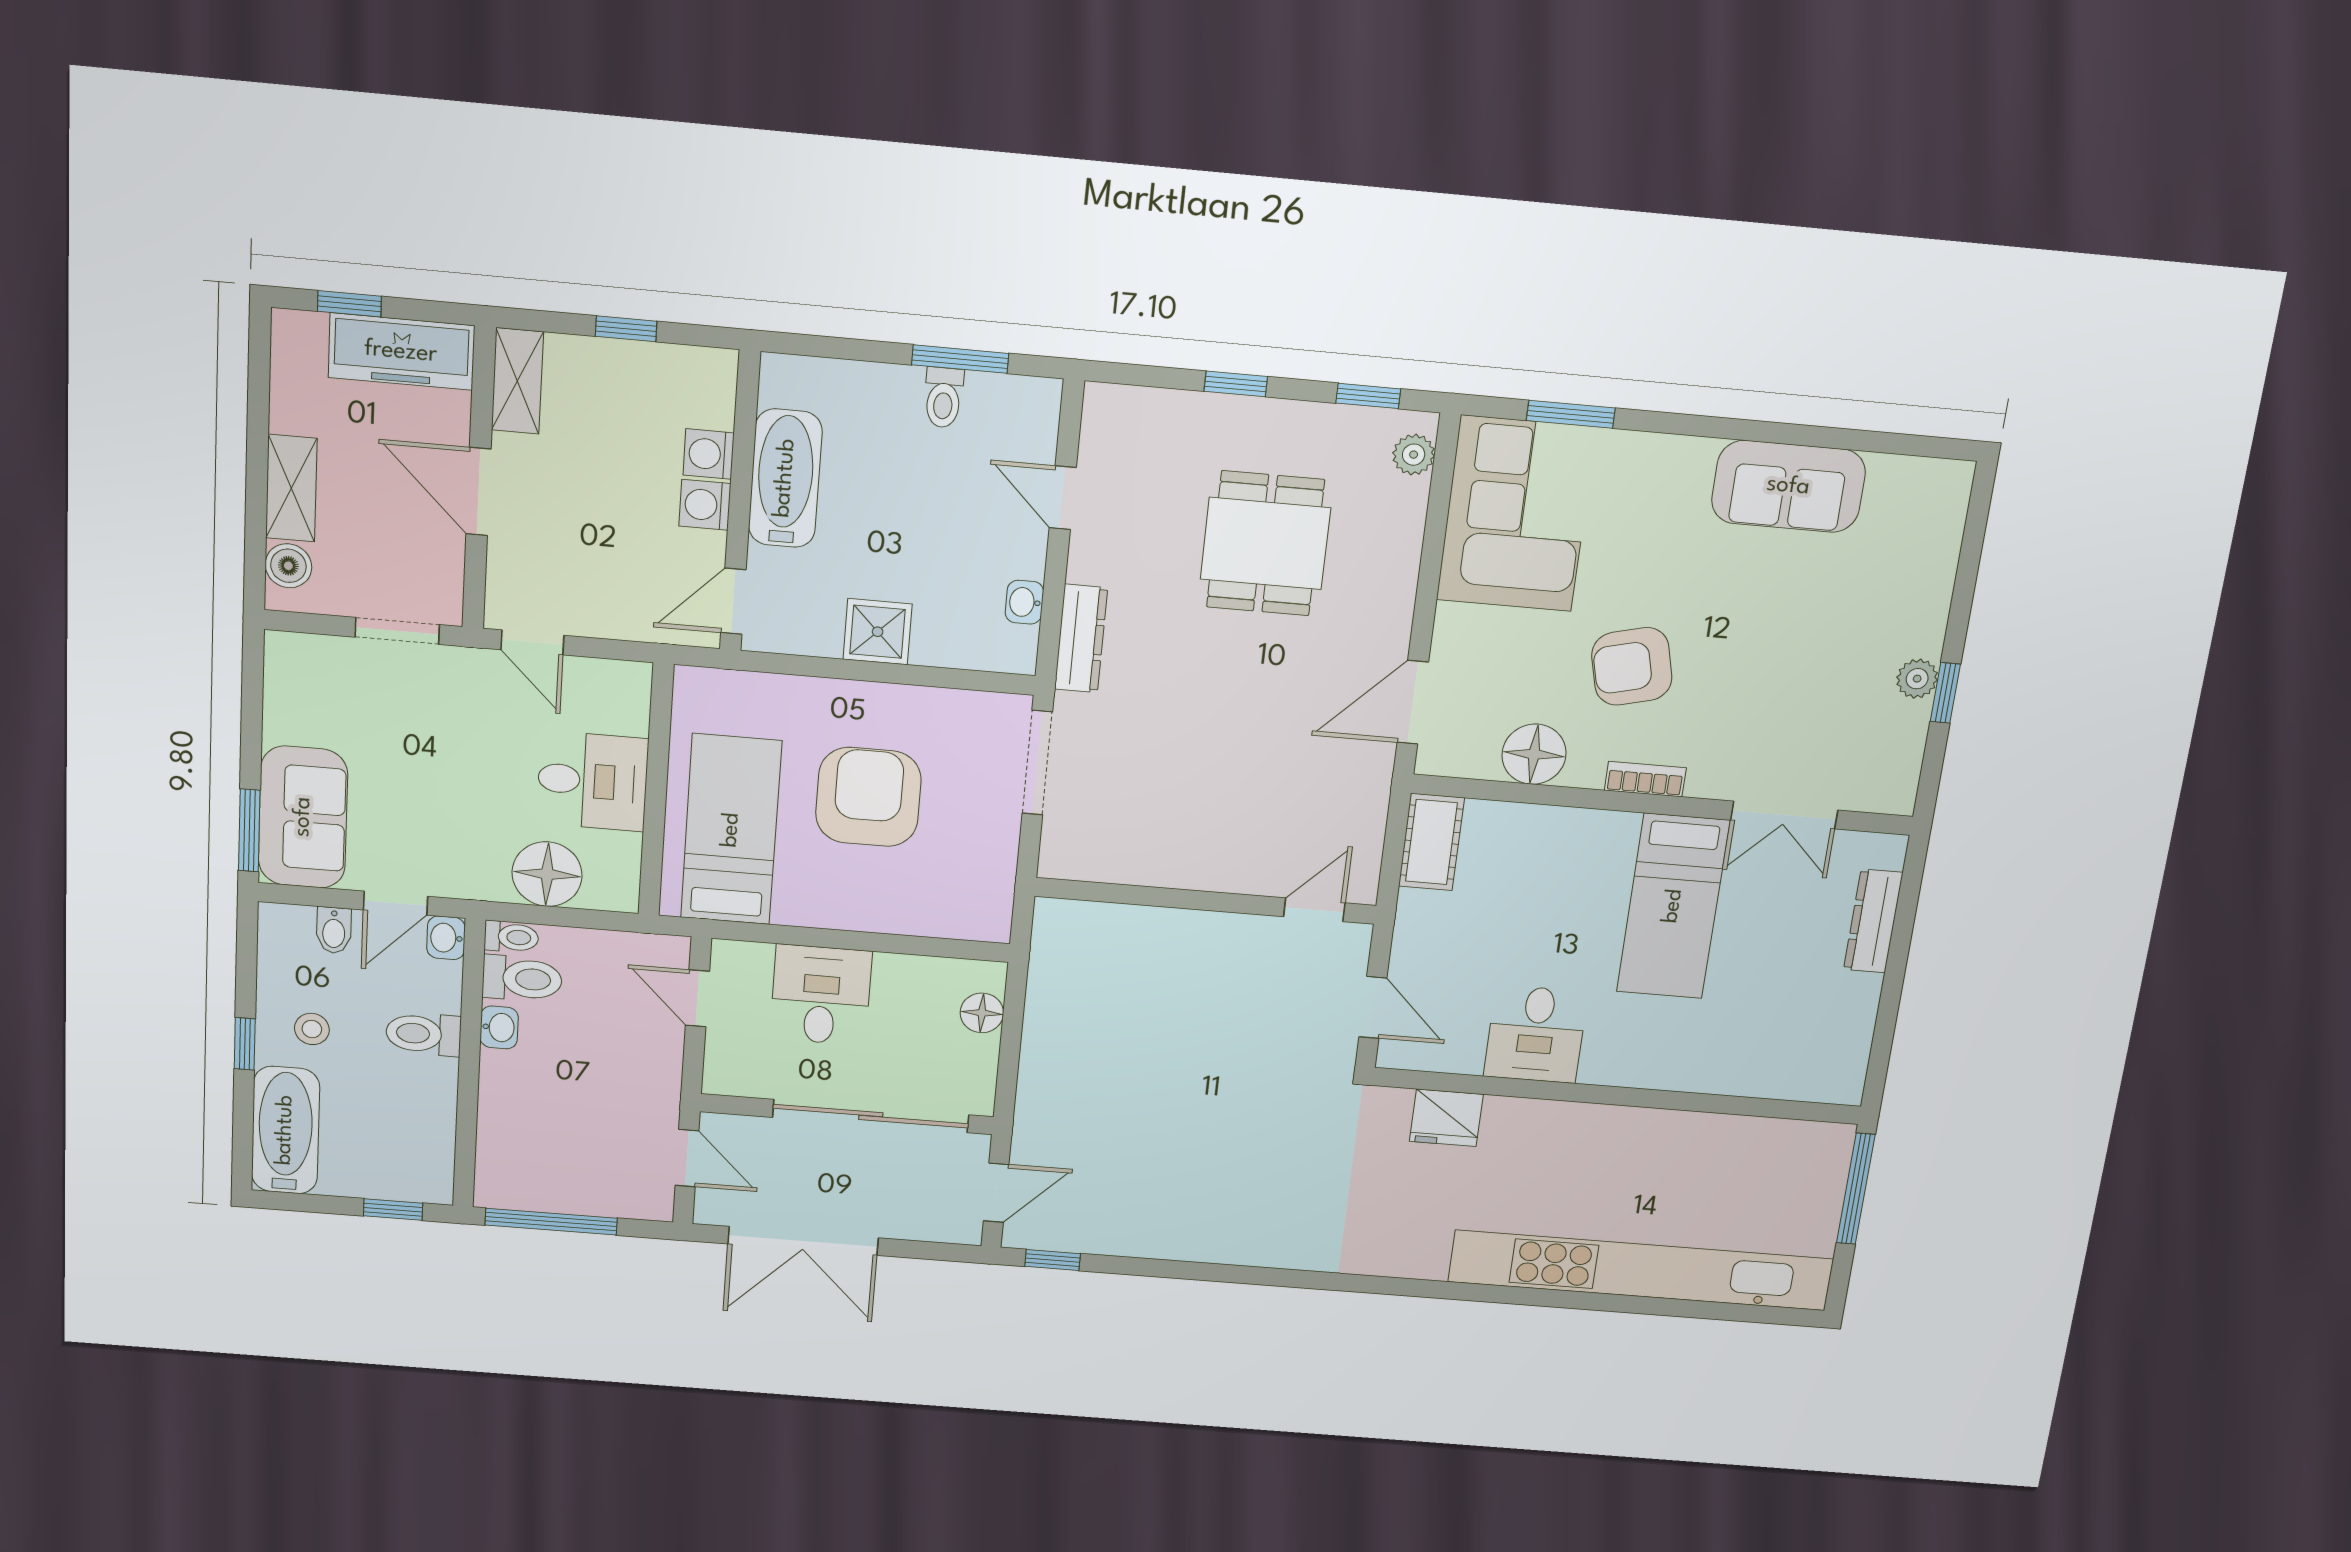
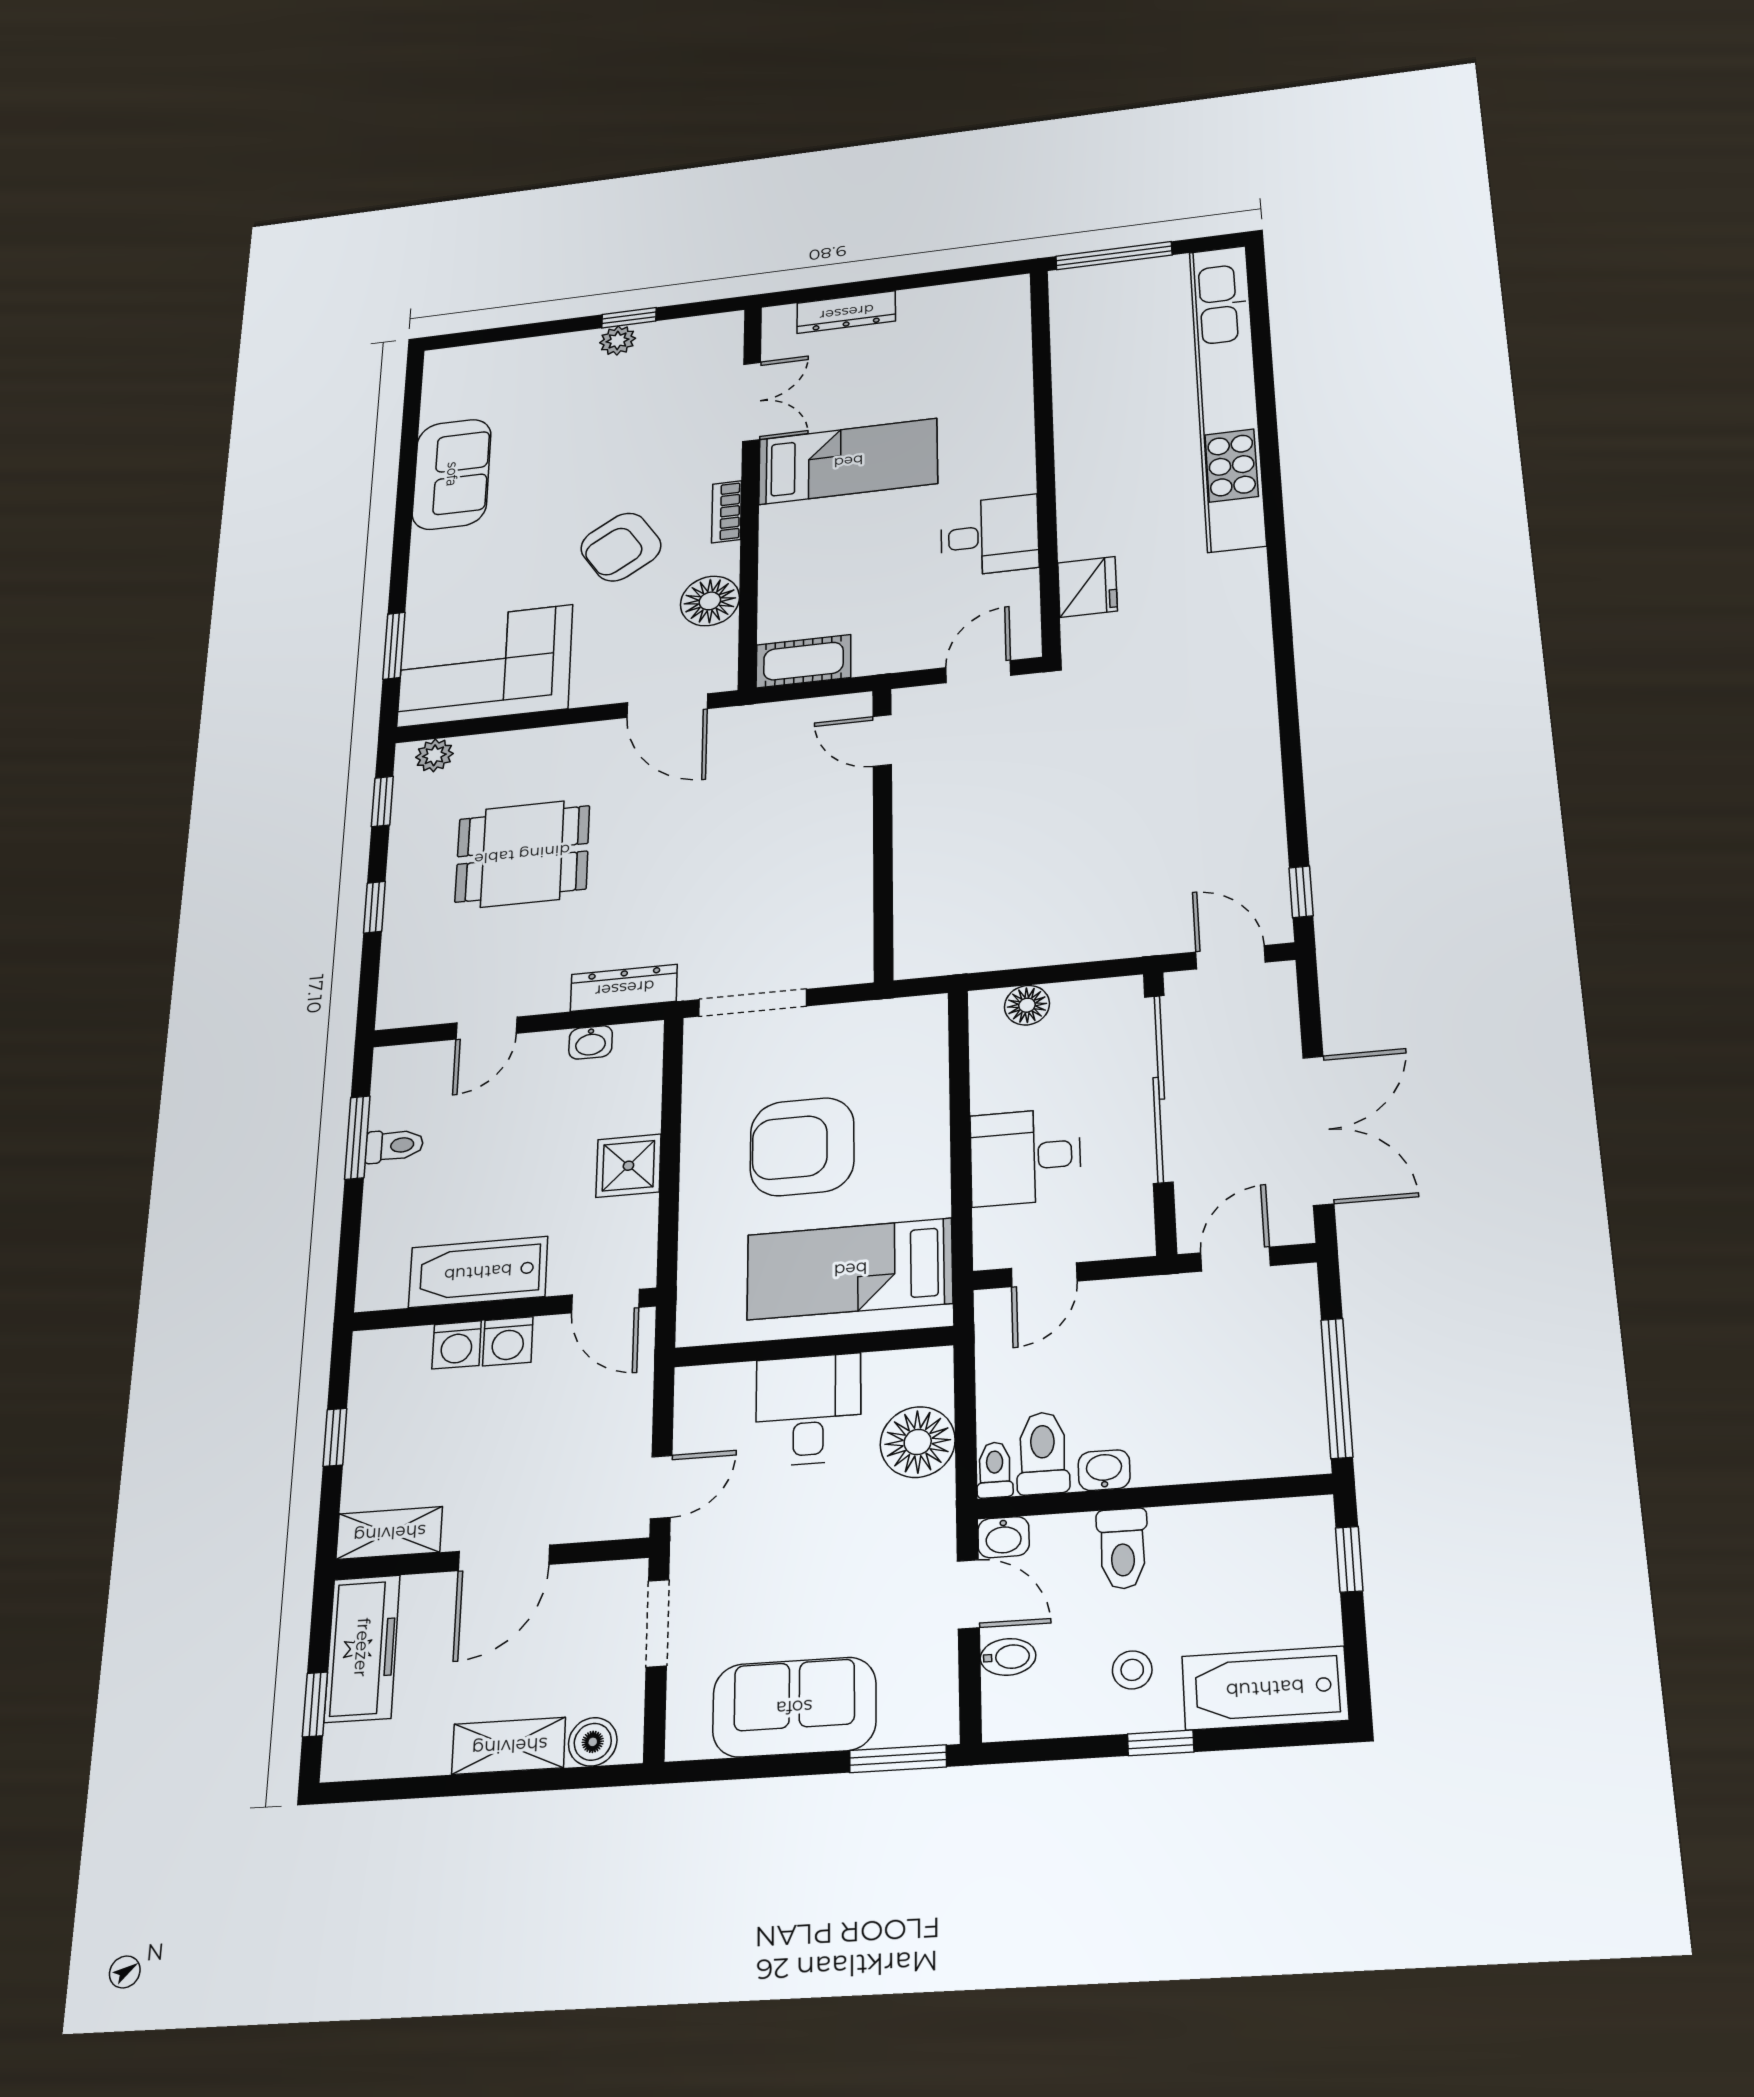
armchair: (1632, 666) -> (621, 547), turned 71
sofa: (303, 817) -> (794, 1707), moved

